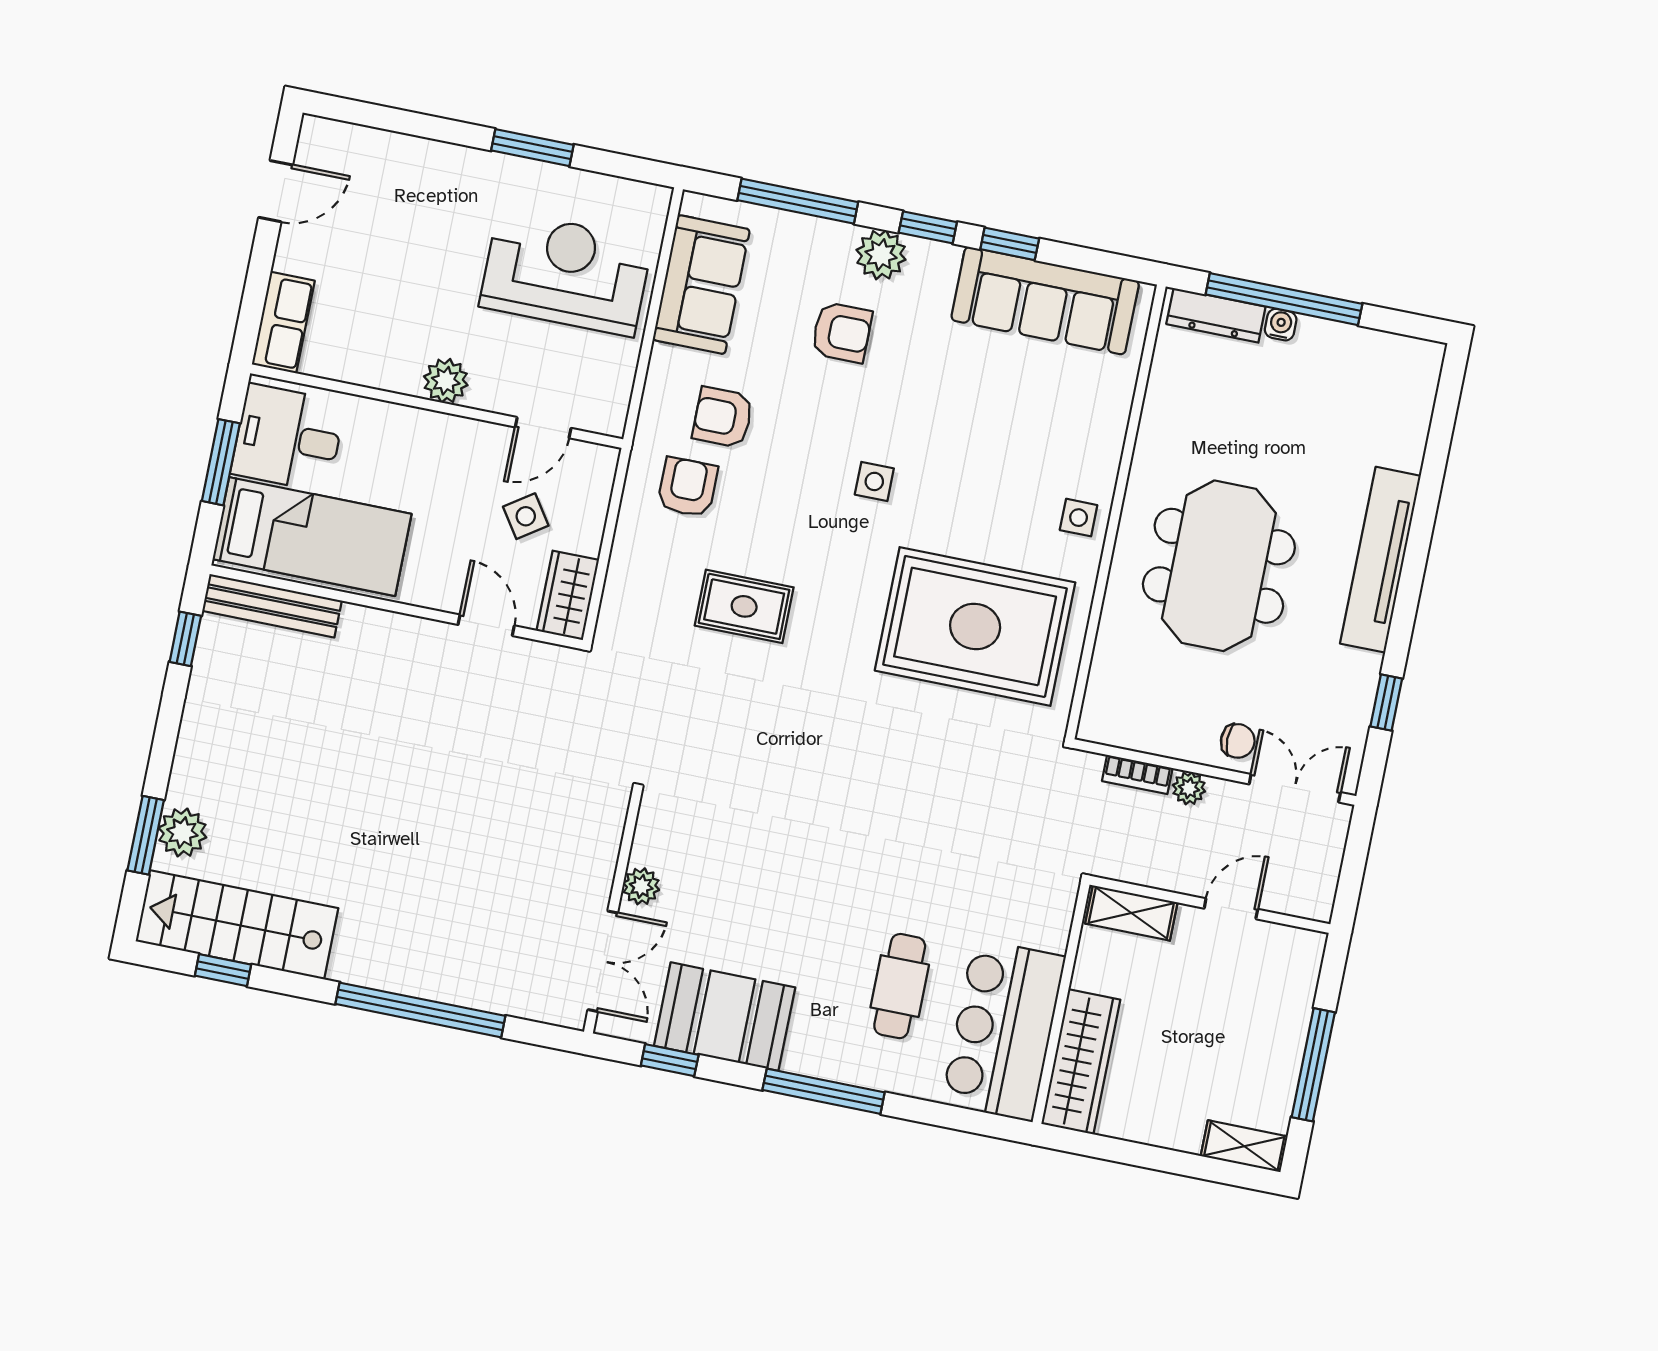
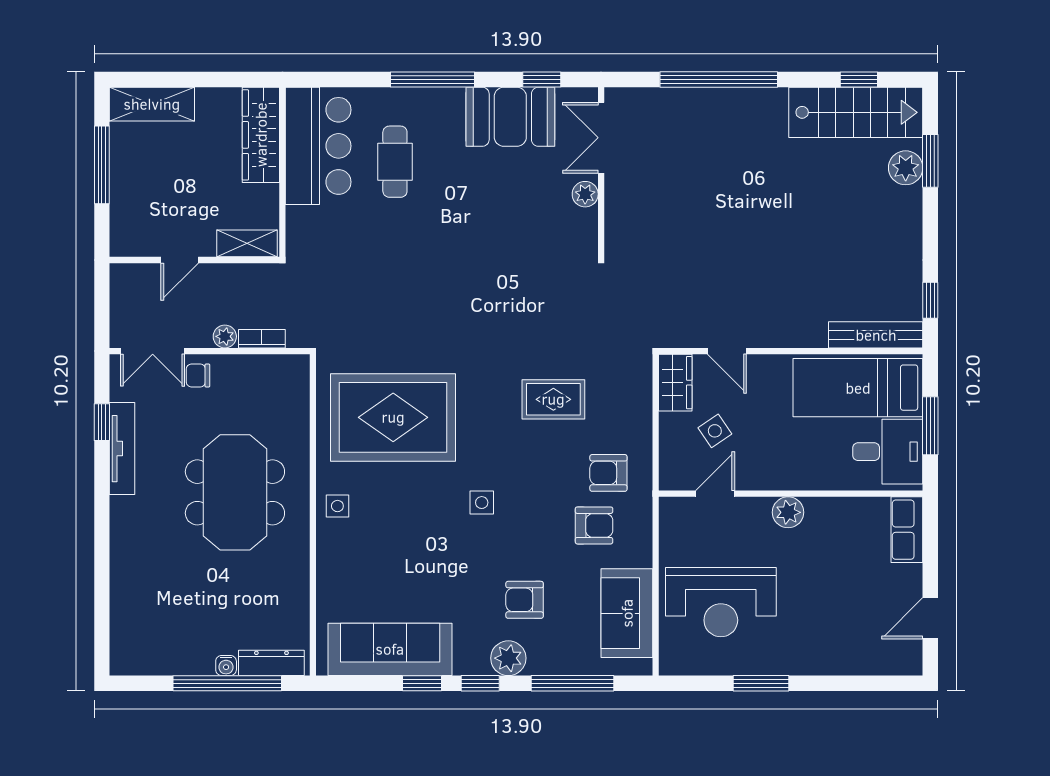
armchair: (688, 487) -> (608, 473), turned 90
tv unit: (1380, 560) -> (122, 449), moved, width x0.73, depth x0.78
shelving: (1244, 1146) -> (152, 104), width x1.50, depth x1.33

